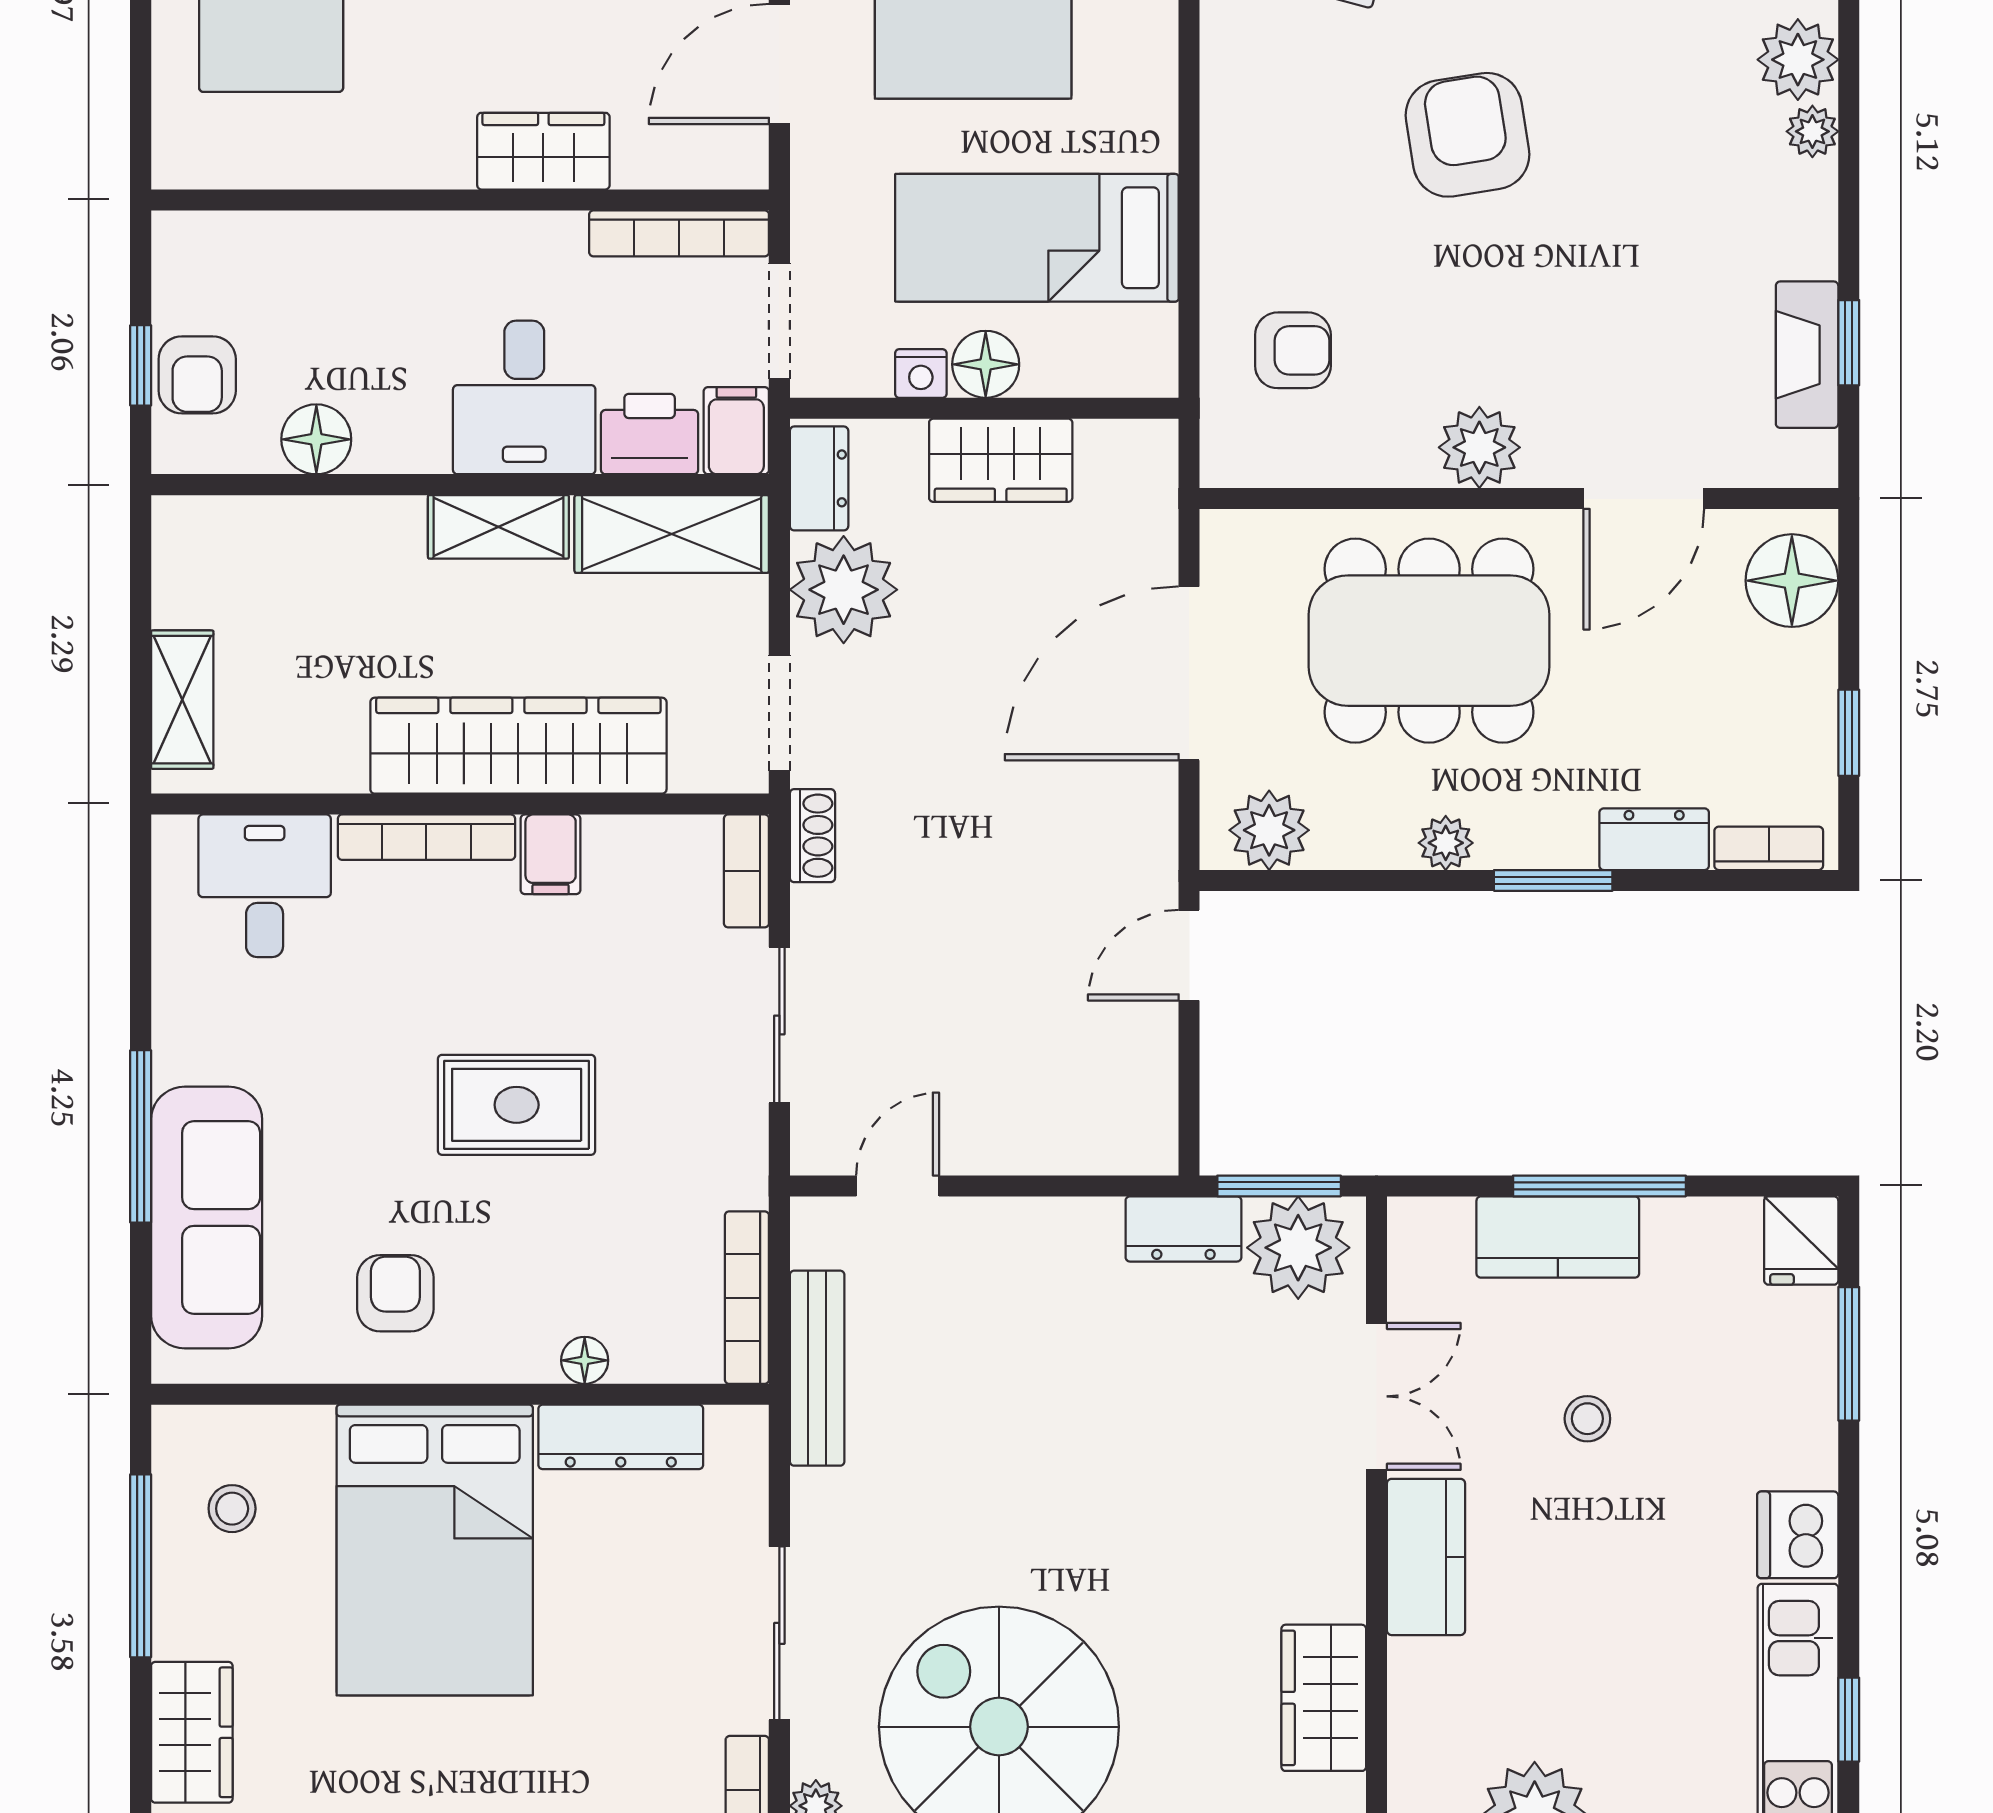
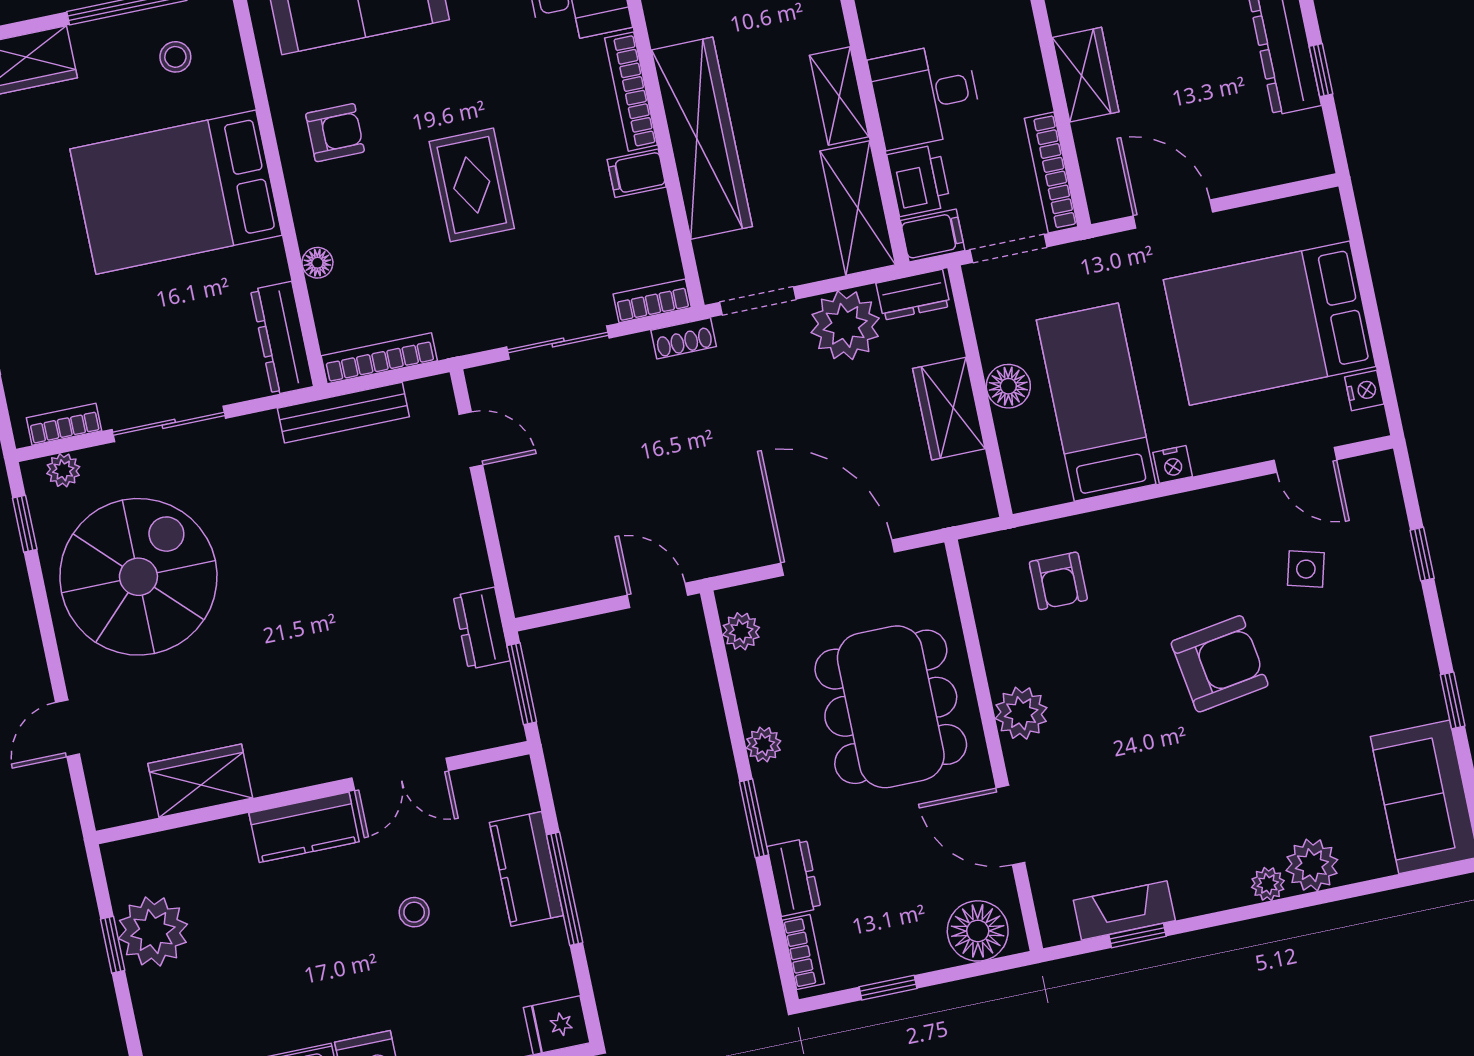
nightstand: (921, 373) -> (1173, 464), moved, turned -90
plant: (1269, 830) -> (741, 631), width x0.73, depth x0.73
plant: (1298, 1248) -> (485, 704), removed
dresser: (621, 1437) -> (282, 338), moved

